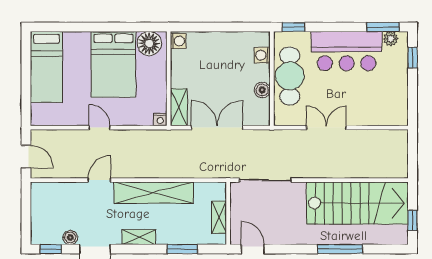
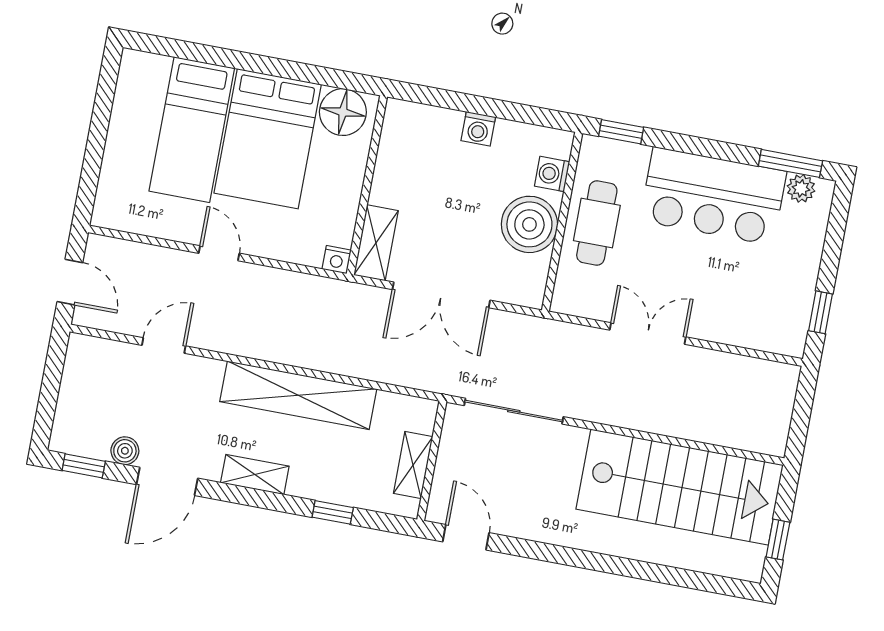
washing machine: (178, 41) -> (478, 129), moved, turned 90
window: (413, 57) -> (821, 312), moved
bed: (46, 67) -> (192, 130), moved
cafe table: (290, 76) -> (597, 223), width x0.73, depth x0.74
boiler: (262, 90) -> (529, 224), width x1.86, depth x1.86
double door: (217, 128) -> (441, 295), swing flipped
door: (99, 180) -> (164, 346), moved
window: (182, 249) -> (333, 512), width x0.67
window: (340, 249) -> (631, 568), removed

